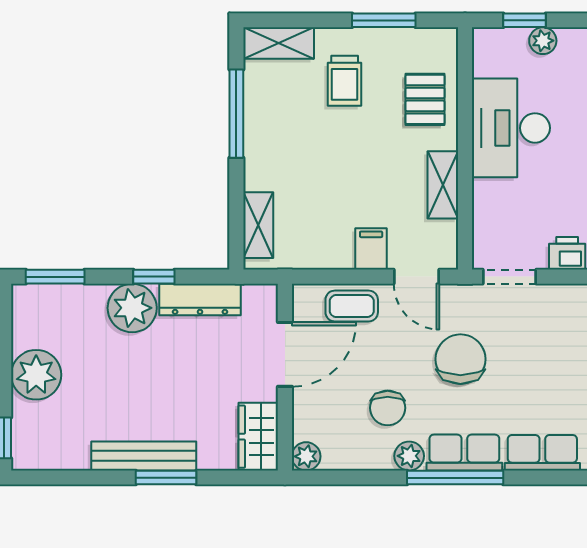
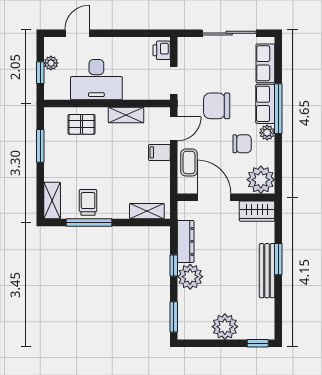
trolley: (345, 81) -> (88, 202), moved, turned -90
plant: (306, 456) -> (261, 180), width x1.88, depth x1.88

